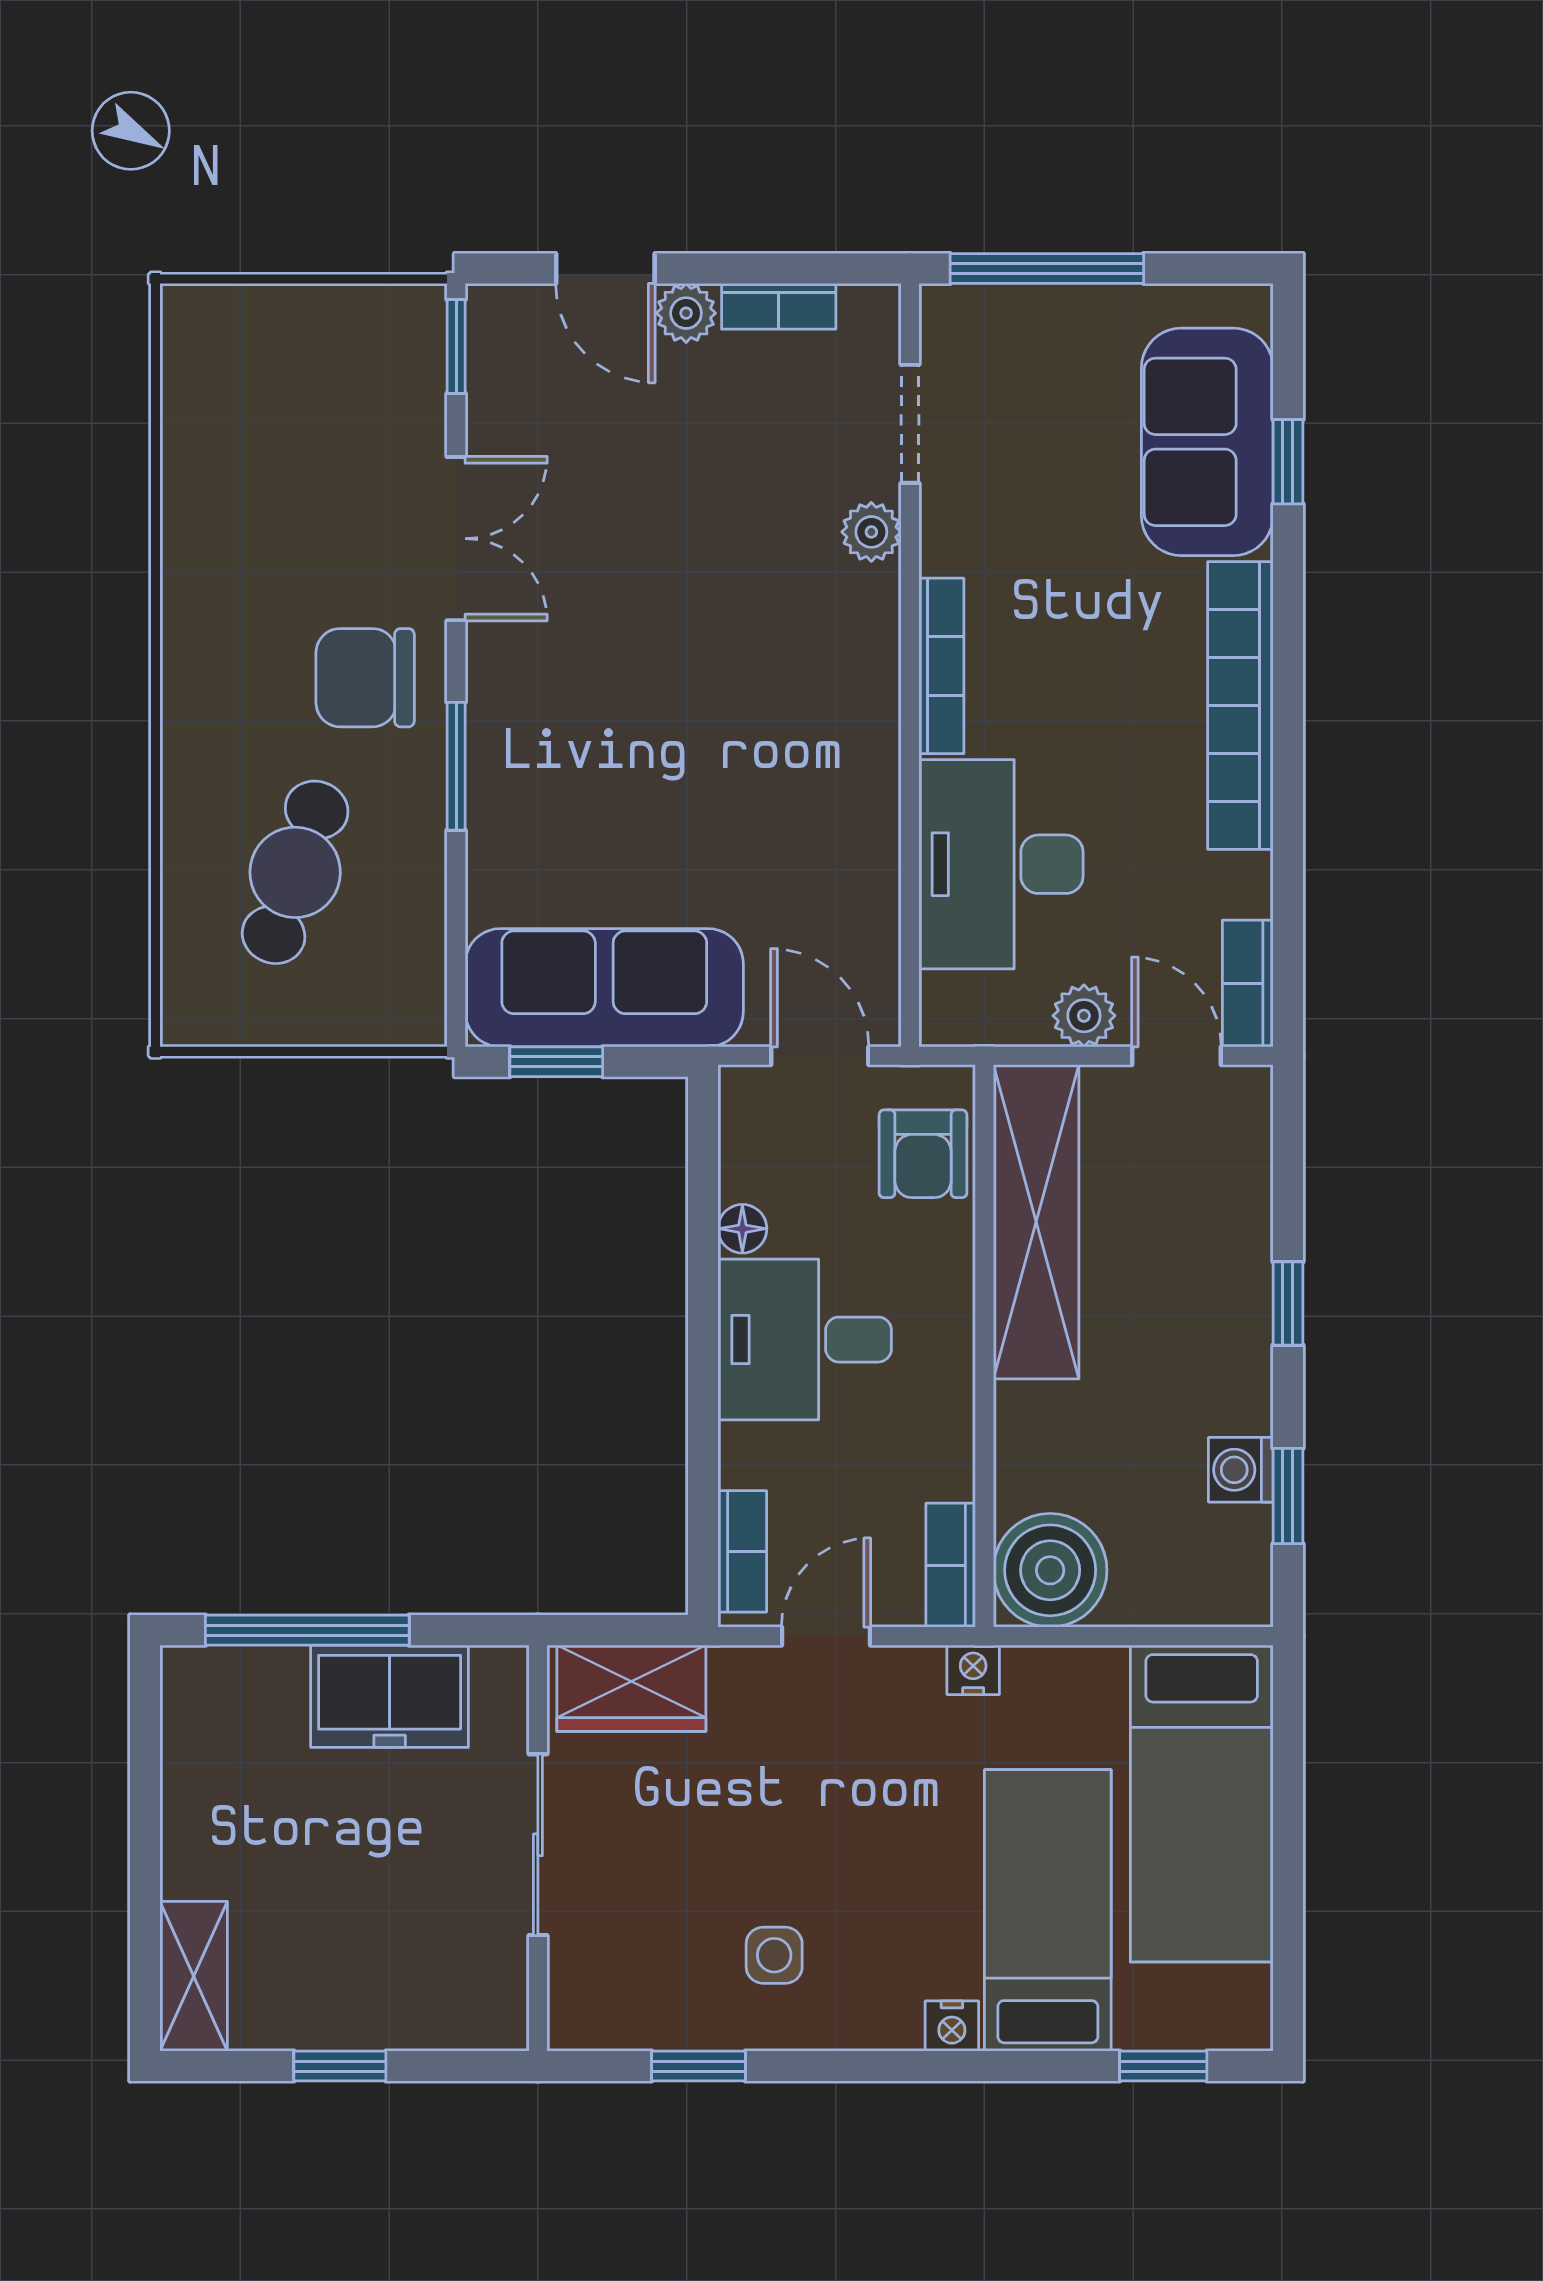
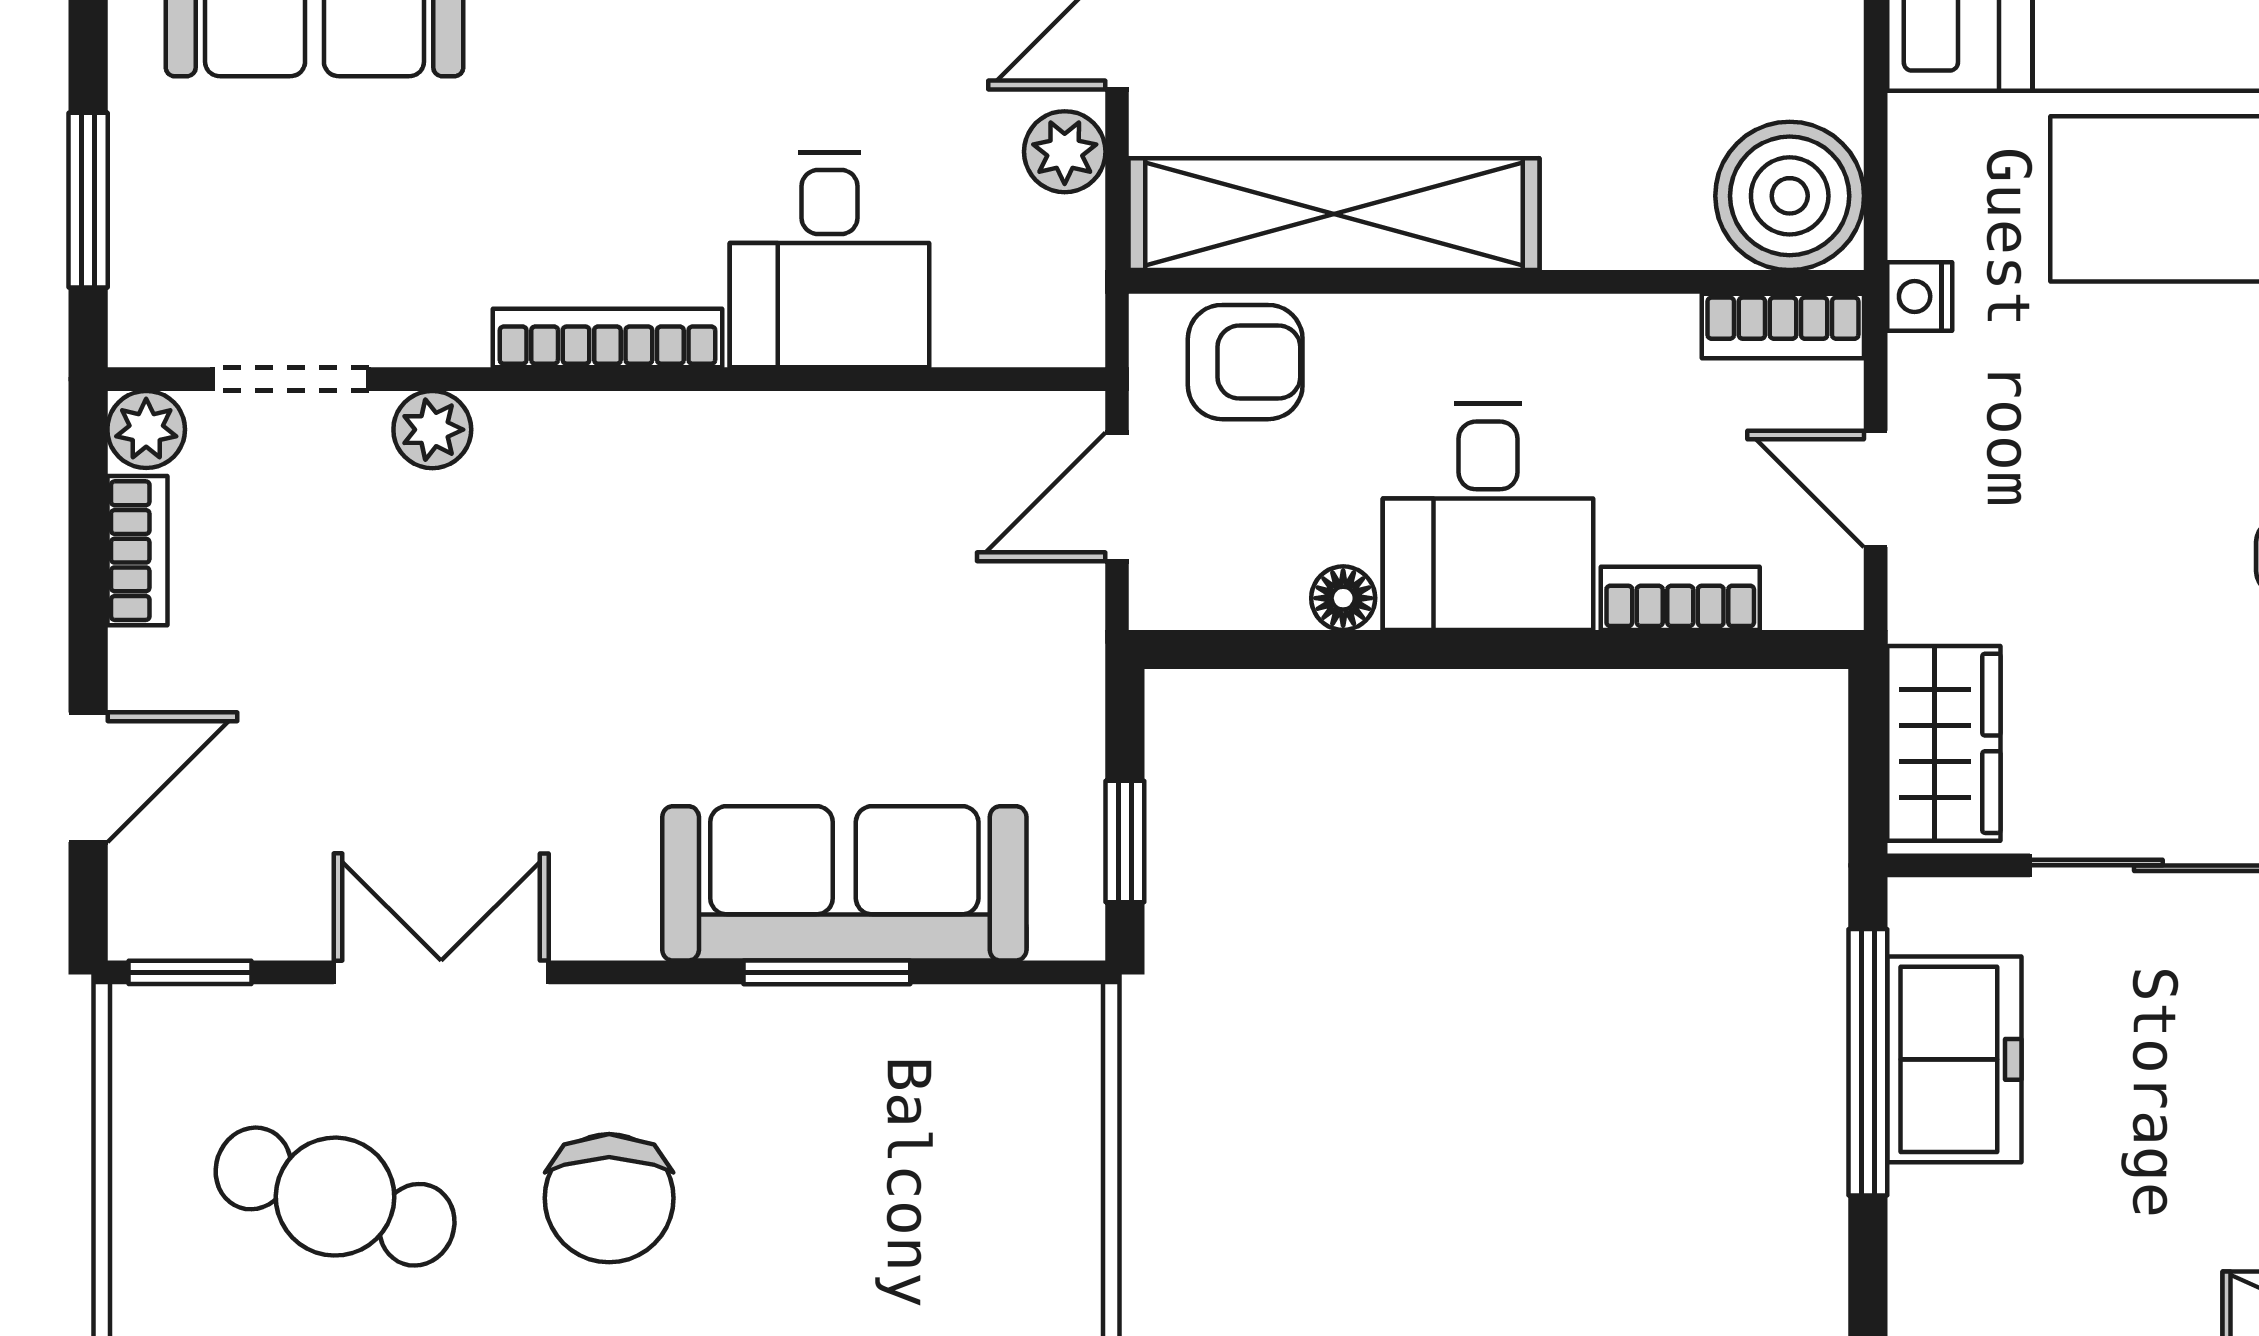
window: (1047, 269) -> (88, 200), width x0.69
plant: (686, 313) -> (146, 429), moved
chair: (365, 678) -> (609, 1198), moved
window: (456, 766) -> (827, 972), moved
desk: (1001, 864) -> (830, 260), width x0.73
cafe table: (295, 872) -> (335, 1197), moved
sofa: (604, 988) -> (844, 883), moved, turned 90
bookcase: (742, 1551) -> (1680, 598), moved
window: (307, 1630) -> (1868, 1062), moved

